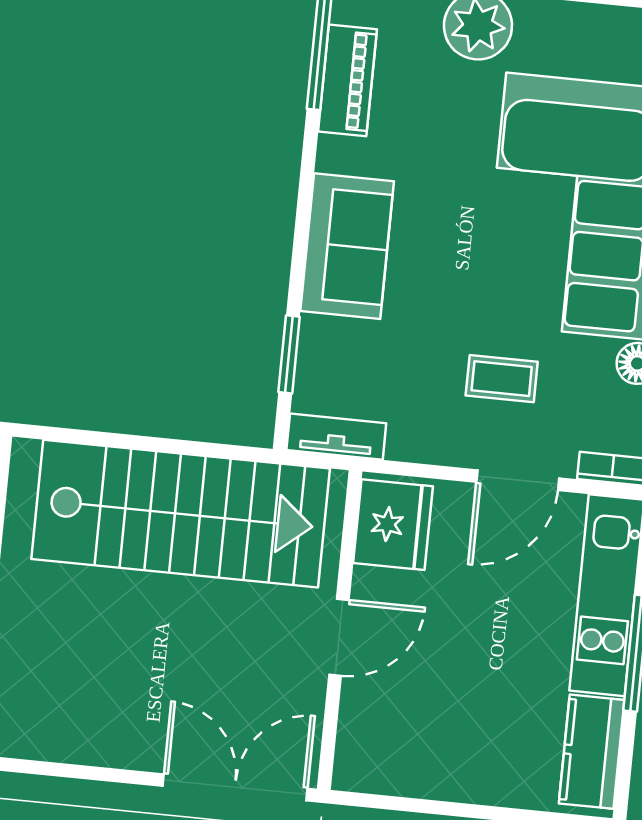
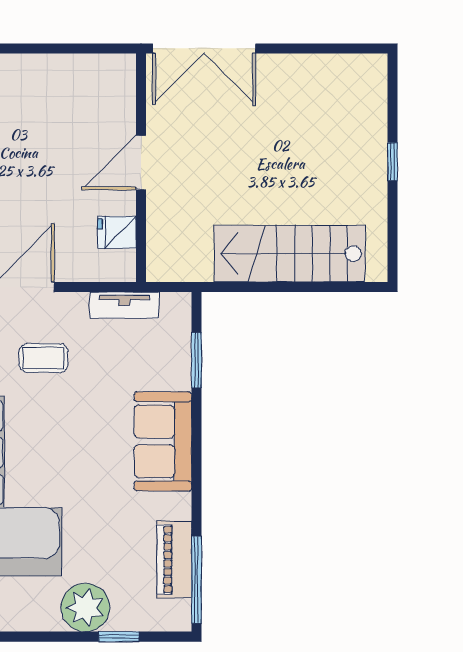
tv unit: (336, 437) -> (124, 305), moved
stairs: (181, 514) -> (290, 254), width x0.73, depth x0.66
fridge: (393, 525) -> (117, 232), width x0.53, depth x0.75

